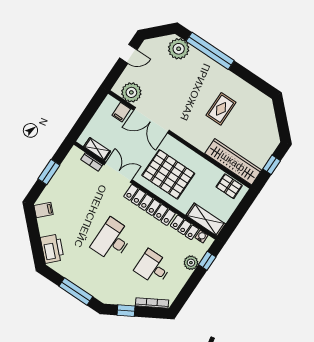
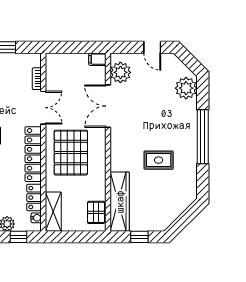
window: (210, 51) -> (203, 137), moved
filing cabinet: (121, 112) -> (97, 59), moved
shelving: (97, 149) -> (51, 76), removed

